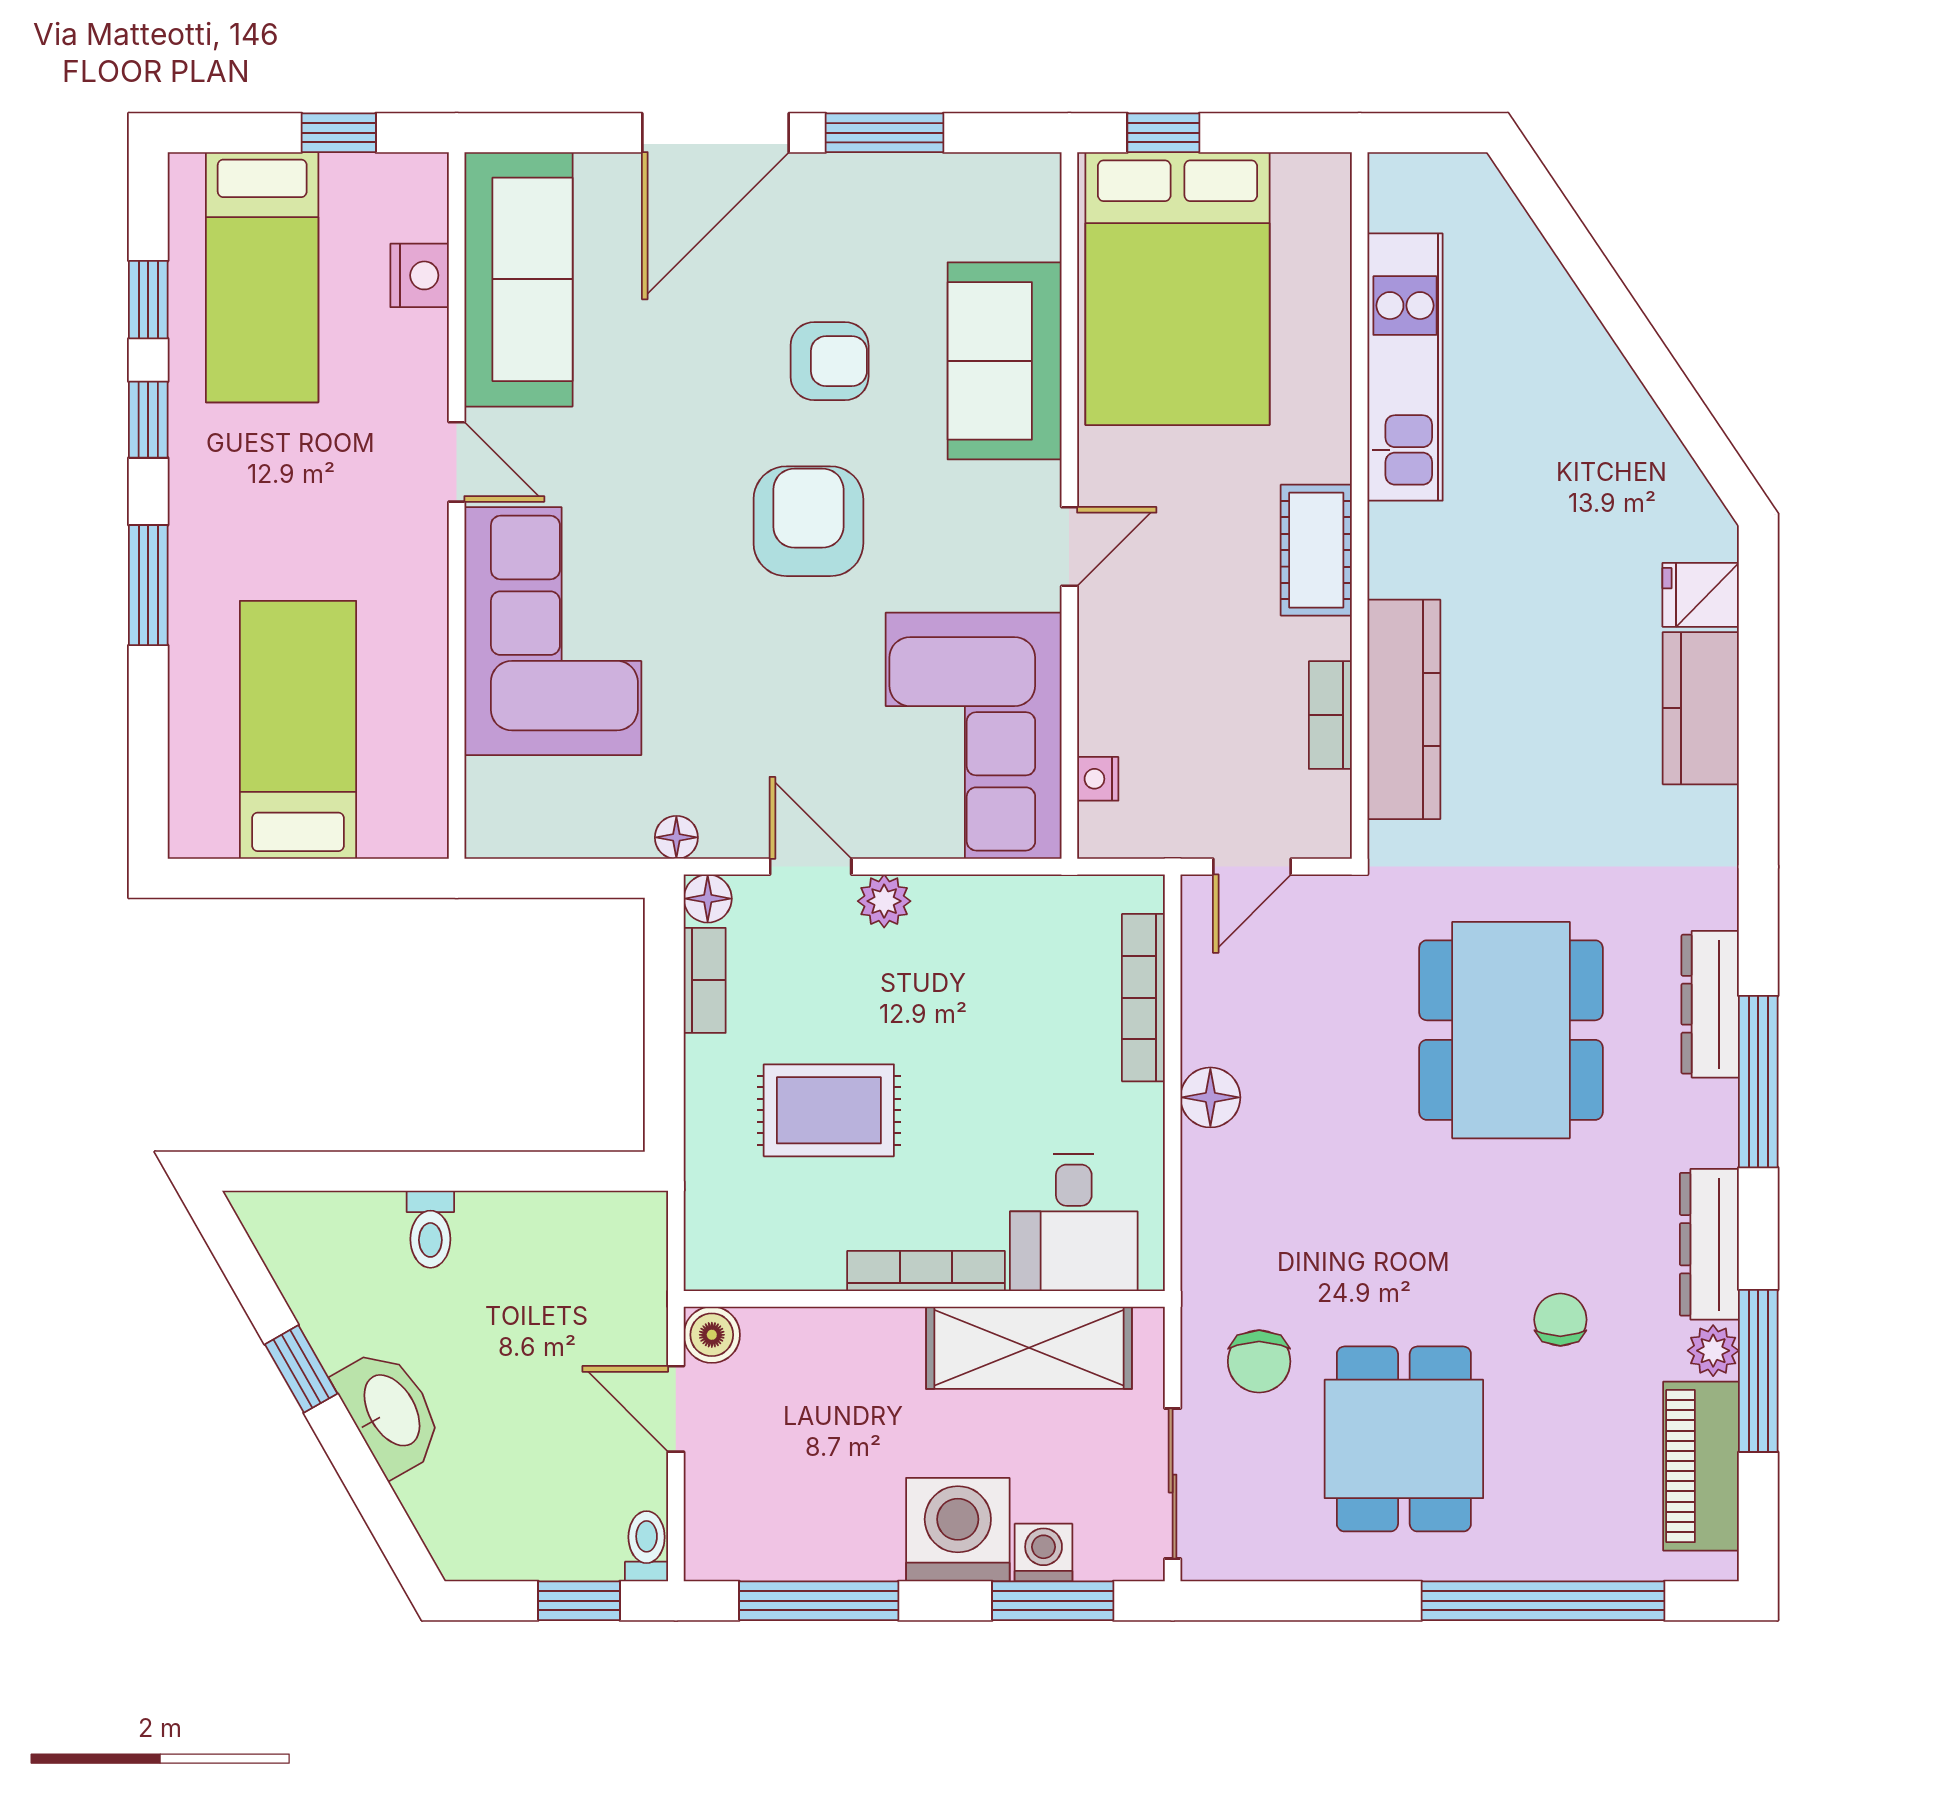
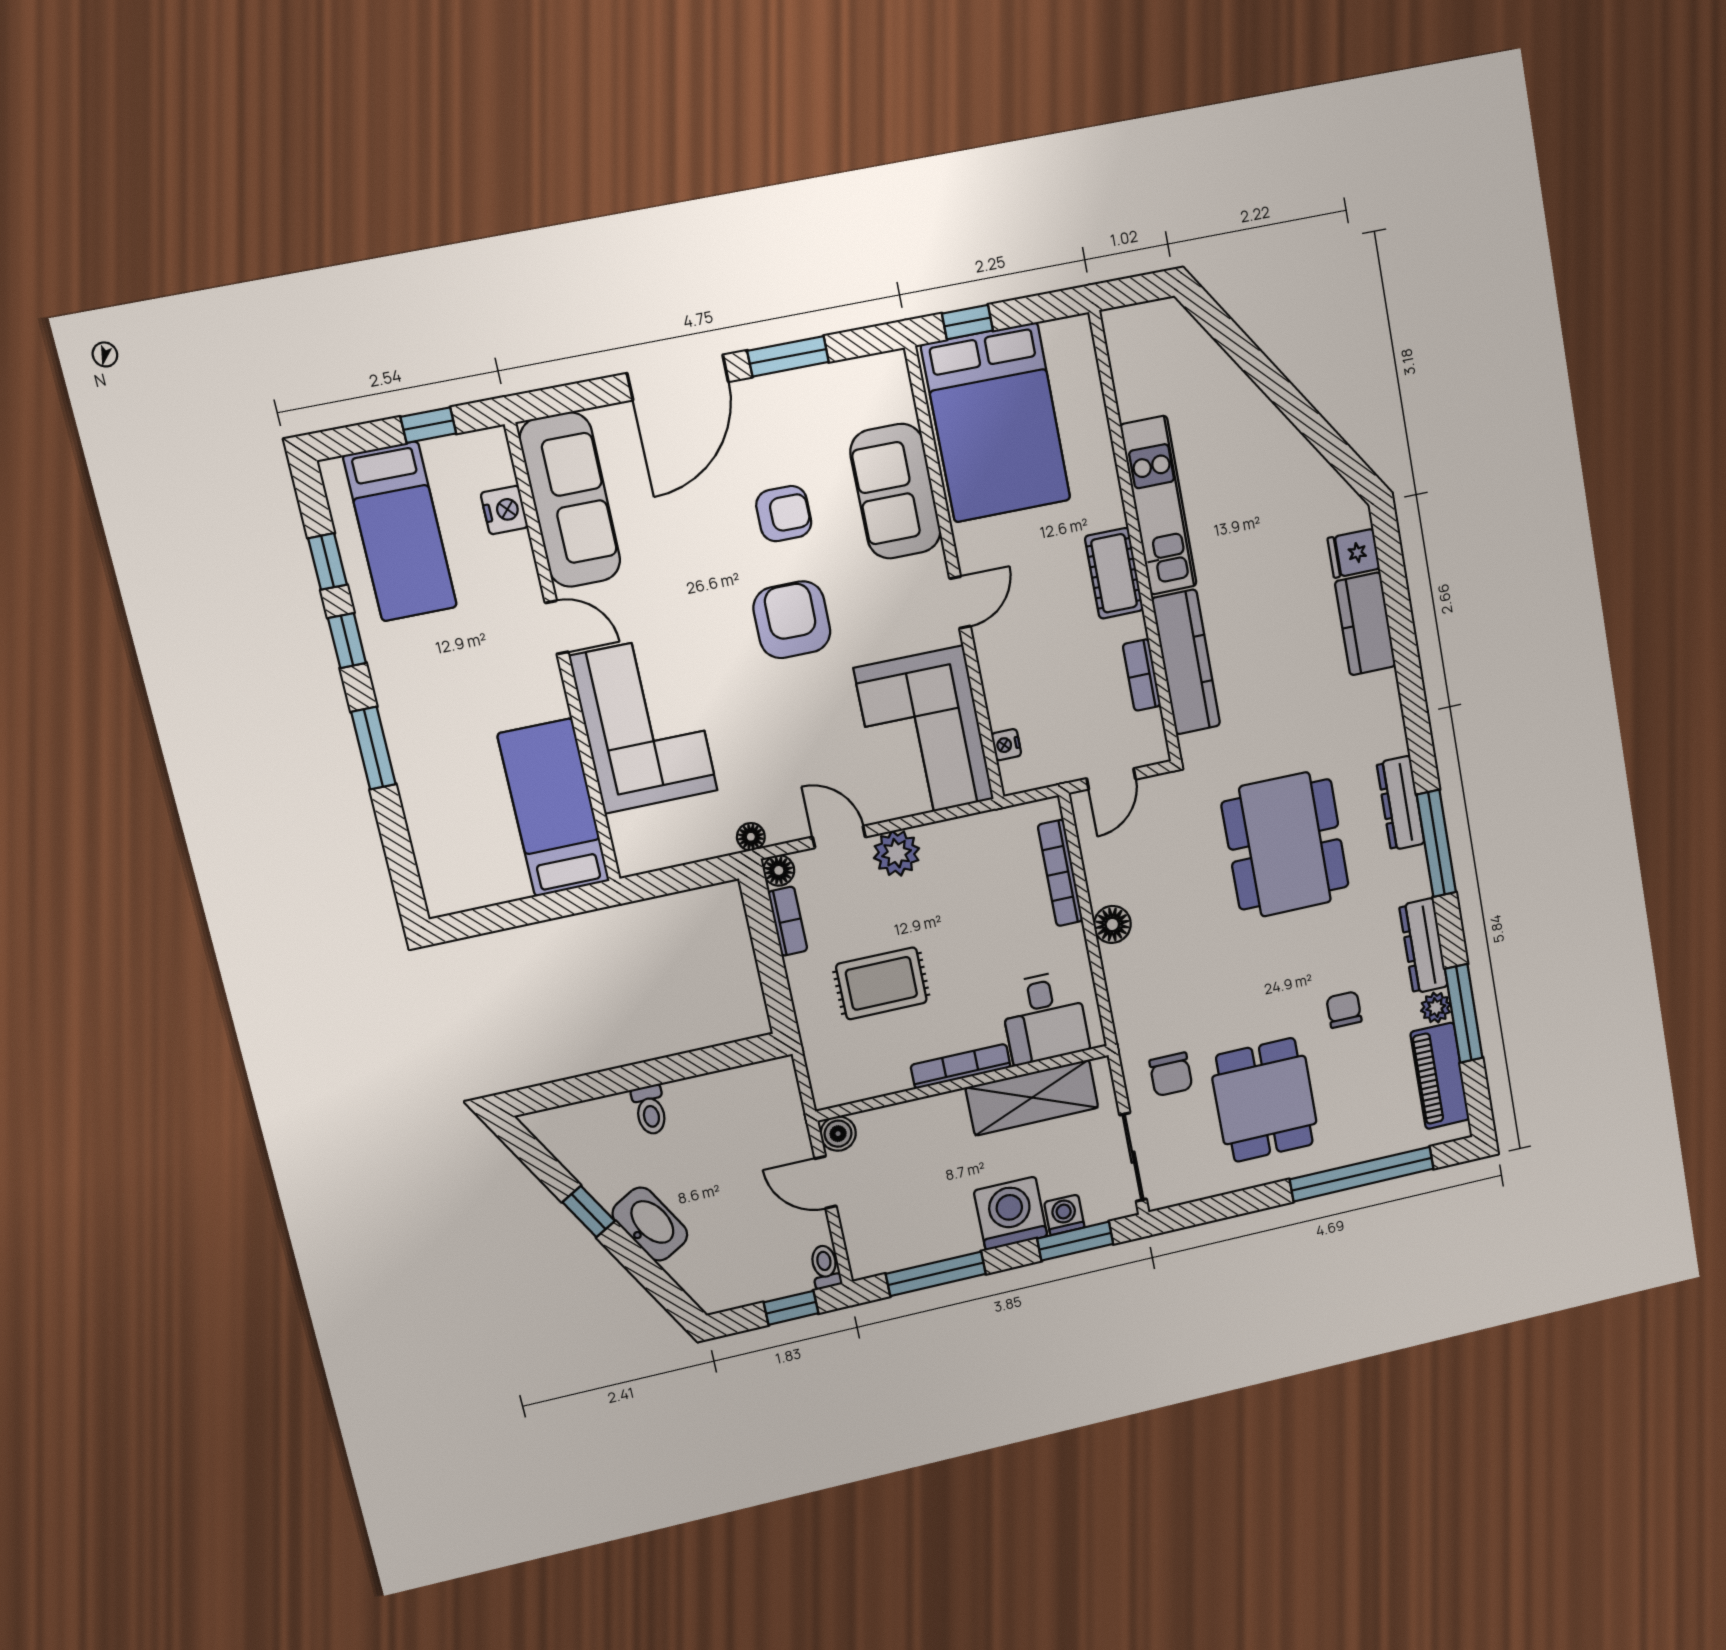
kitchen unit: (1405, 367) -> (1159, 506), moved
bed: (298, 730) -> (554, 808), moved
plant: (884, 901) -> (897, 853), width x1.38, depth x1.38

